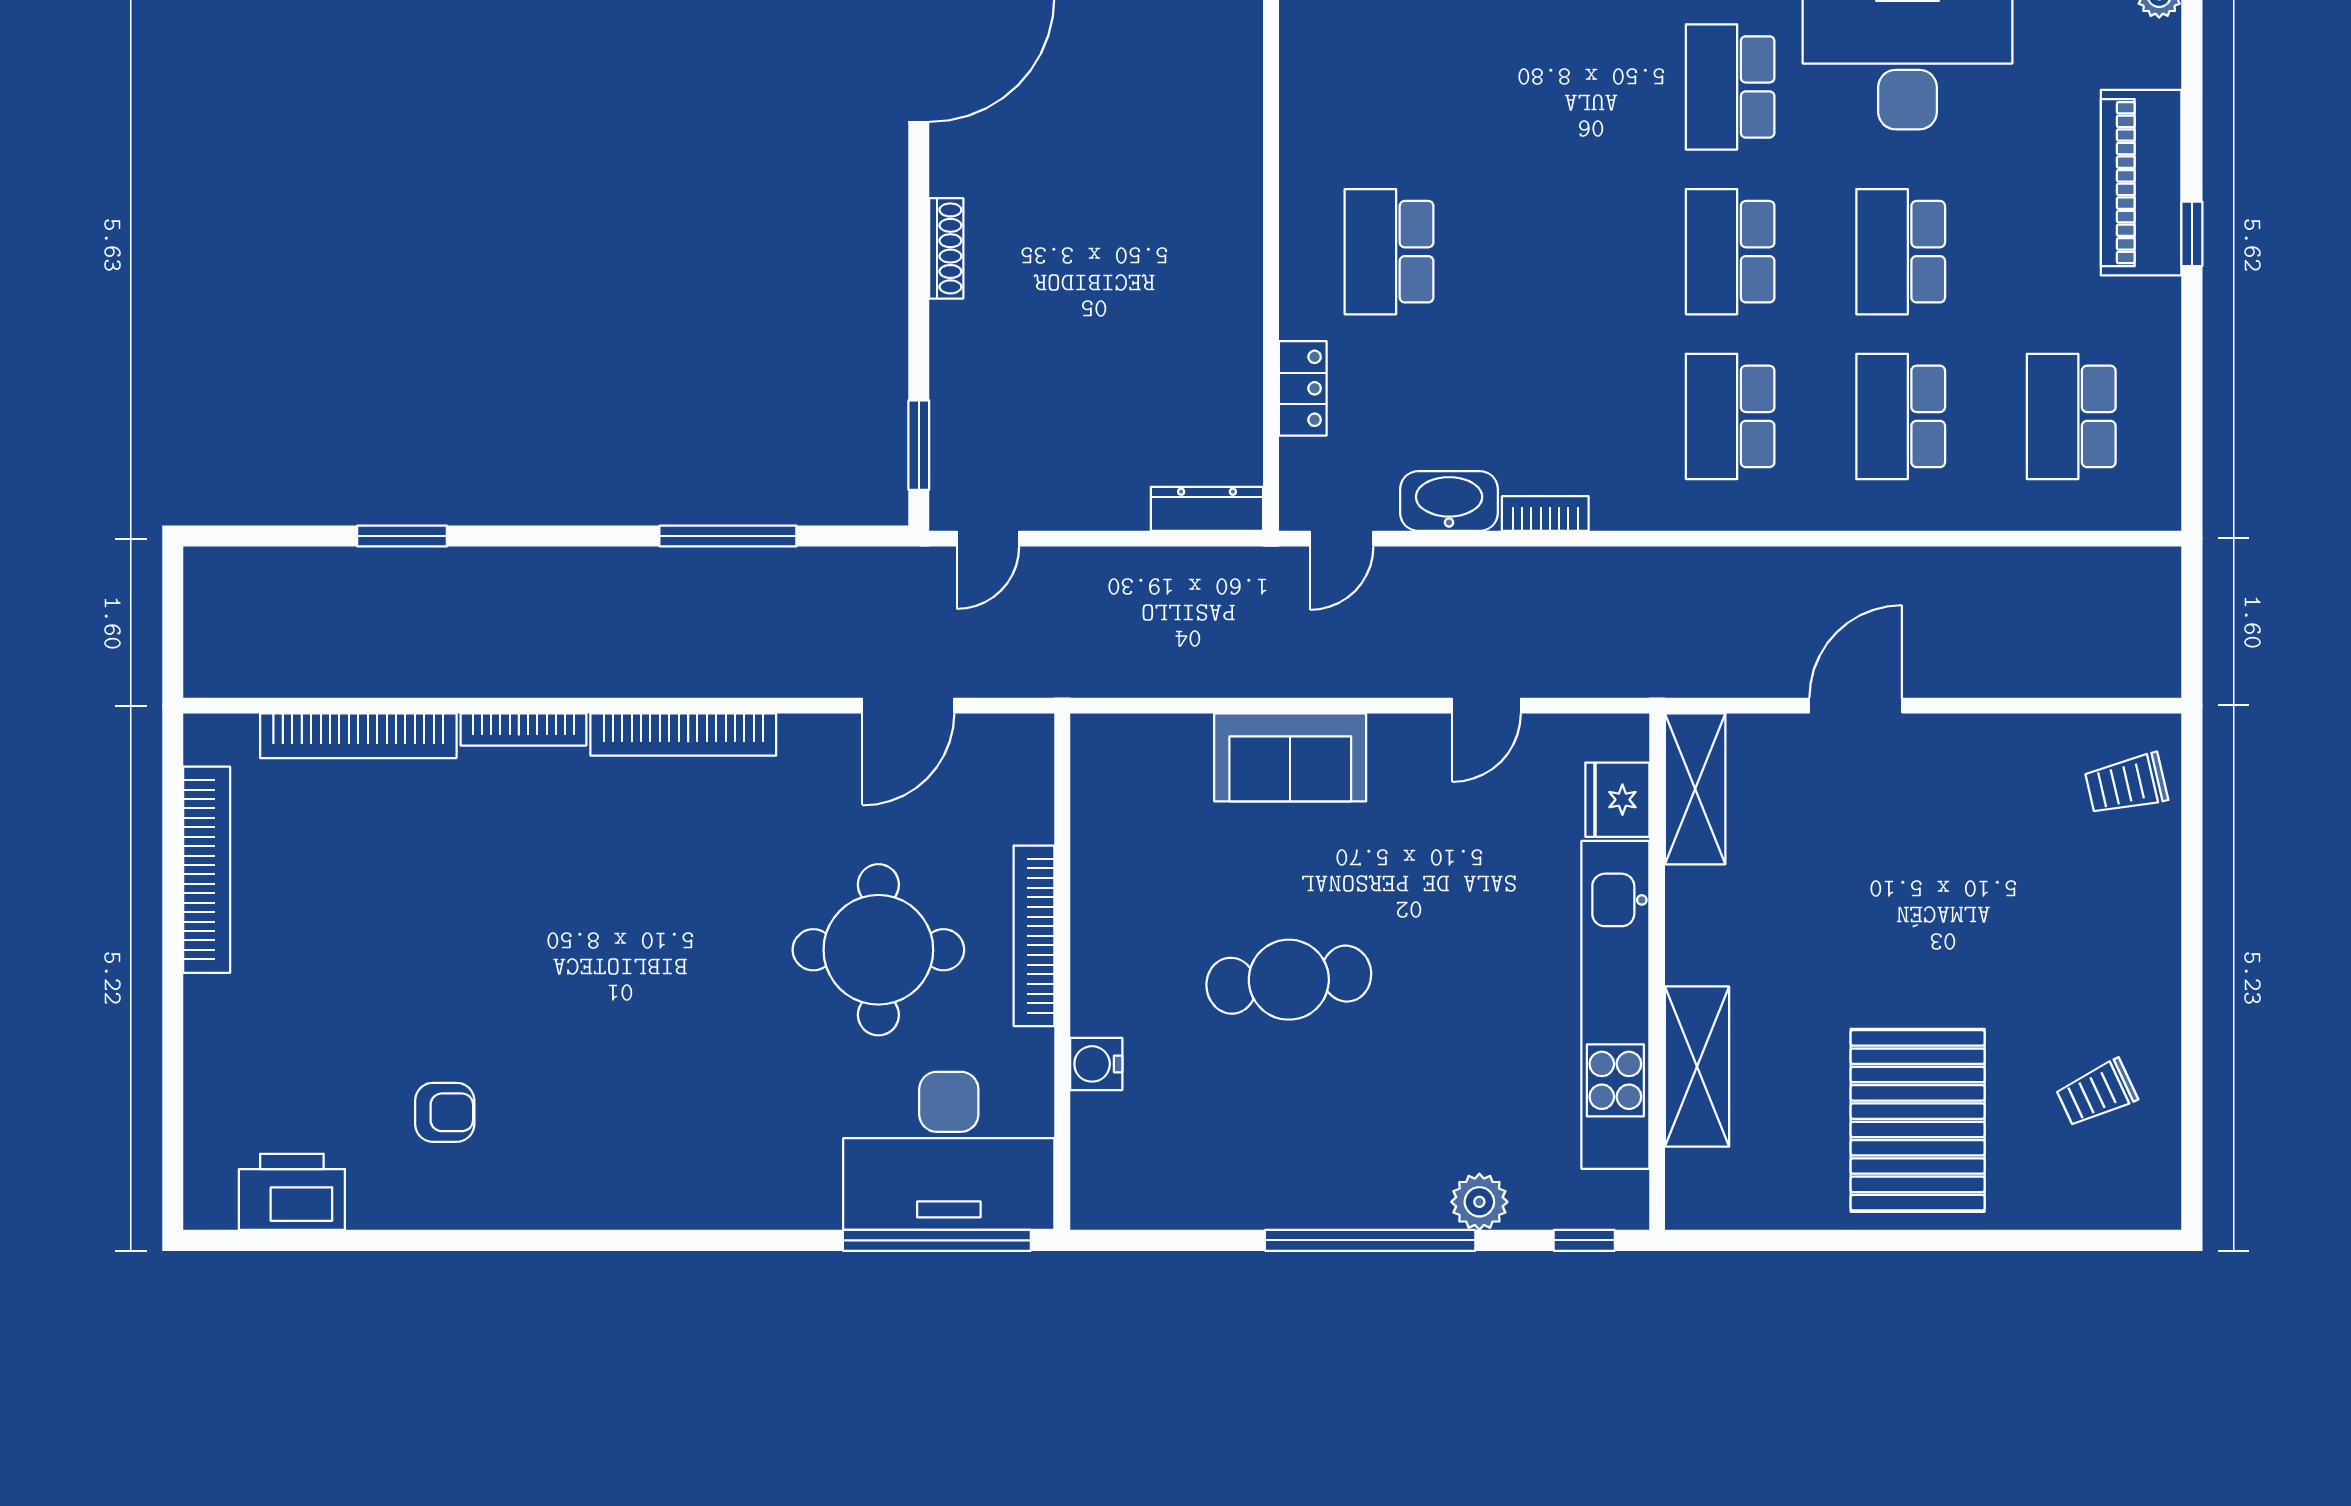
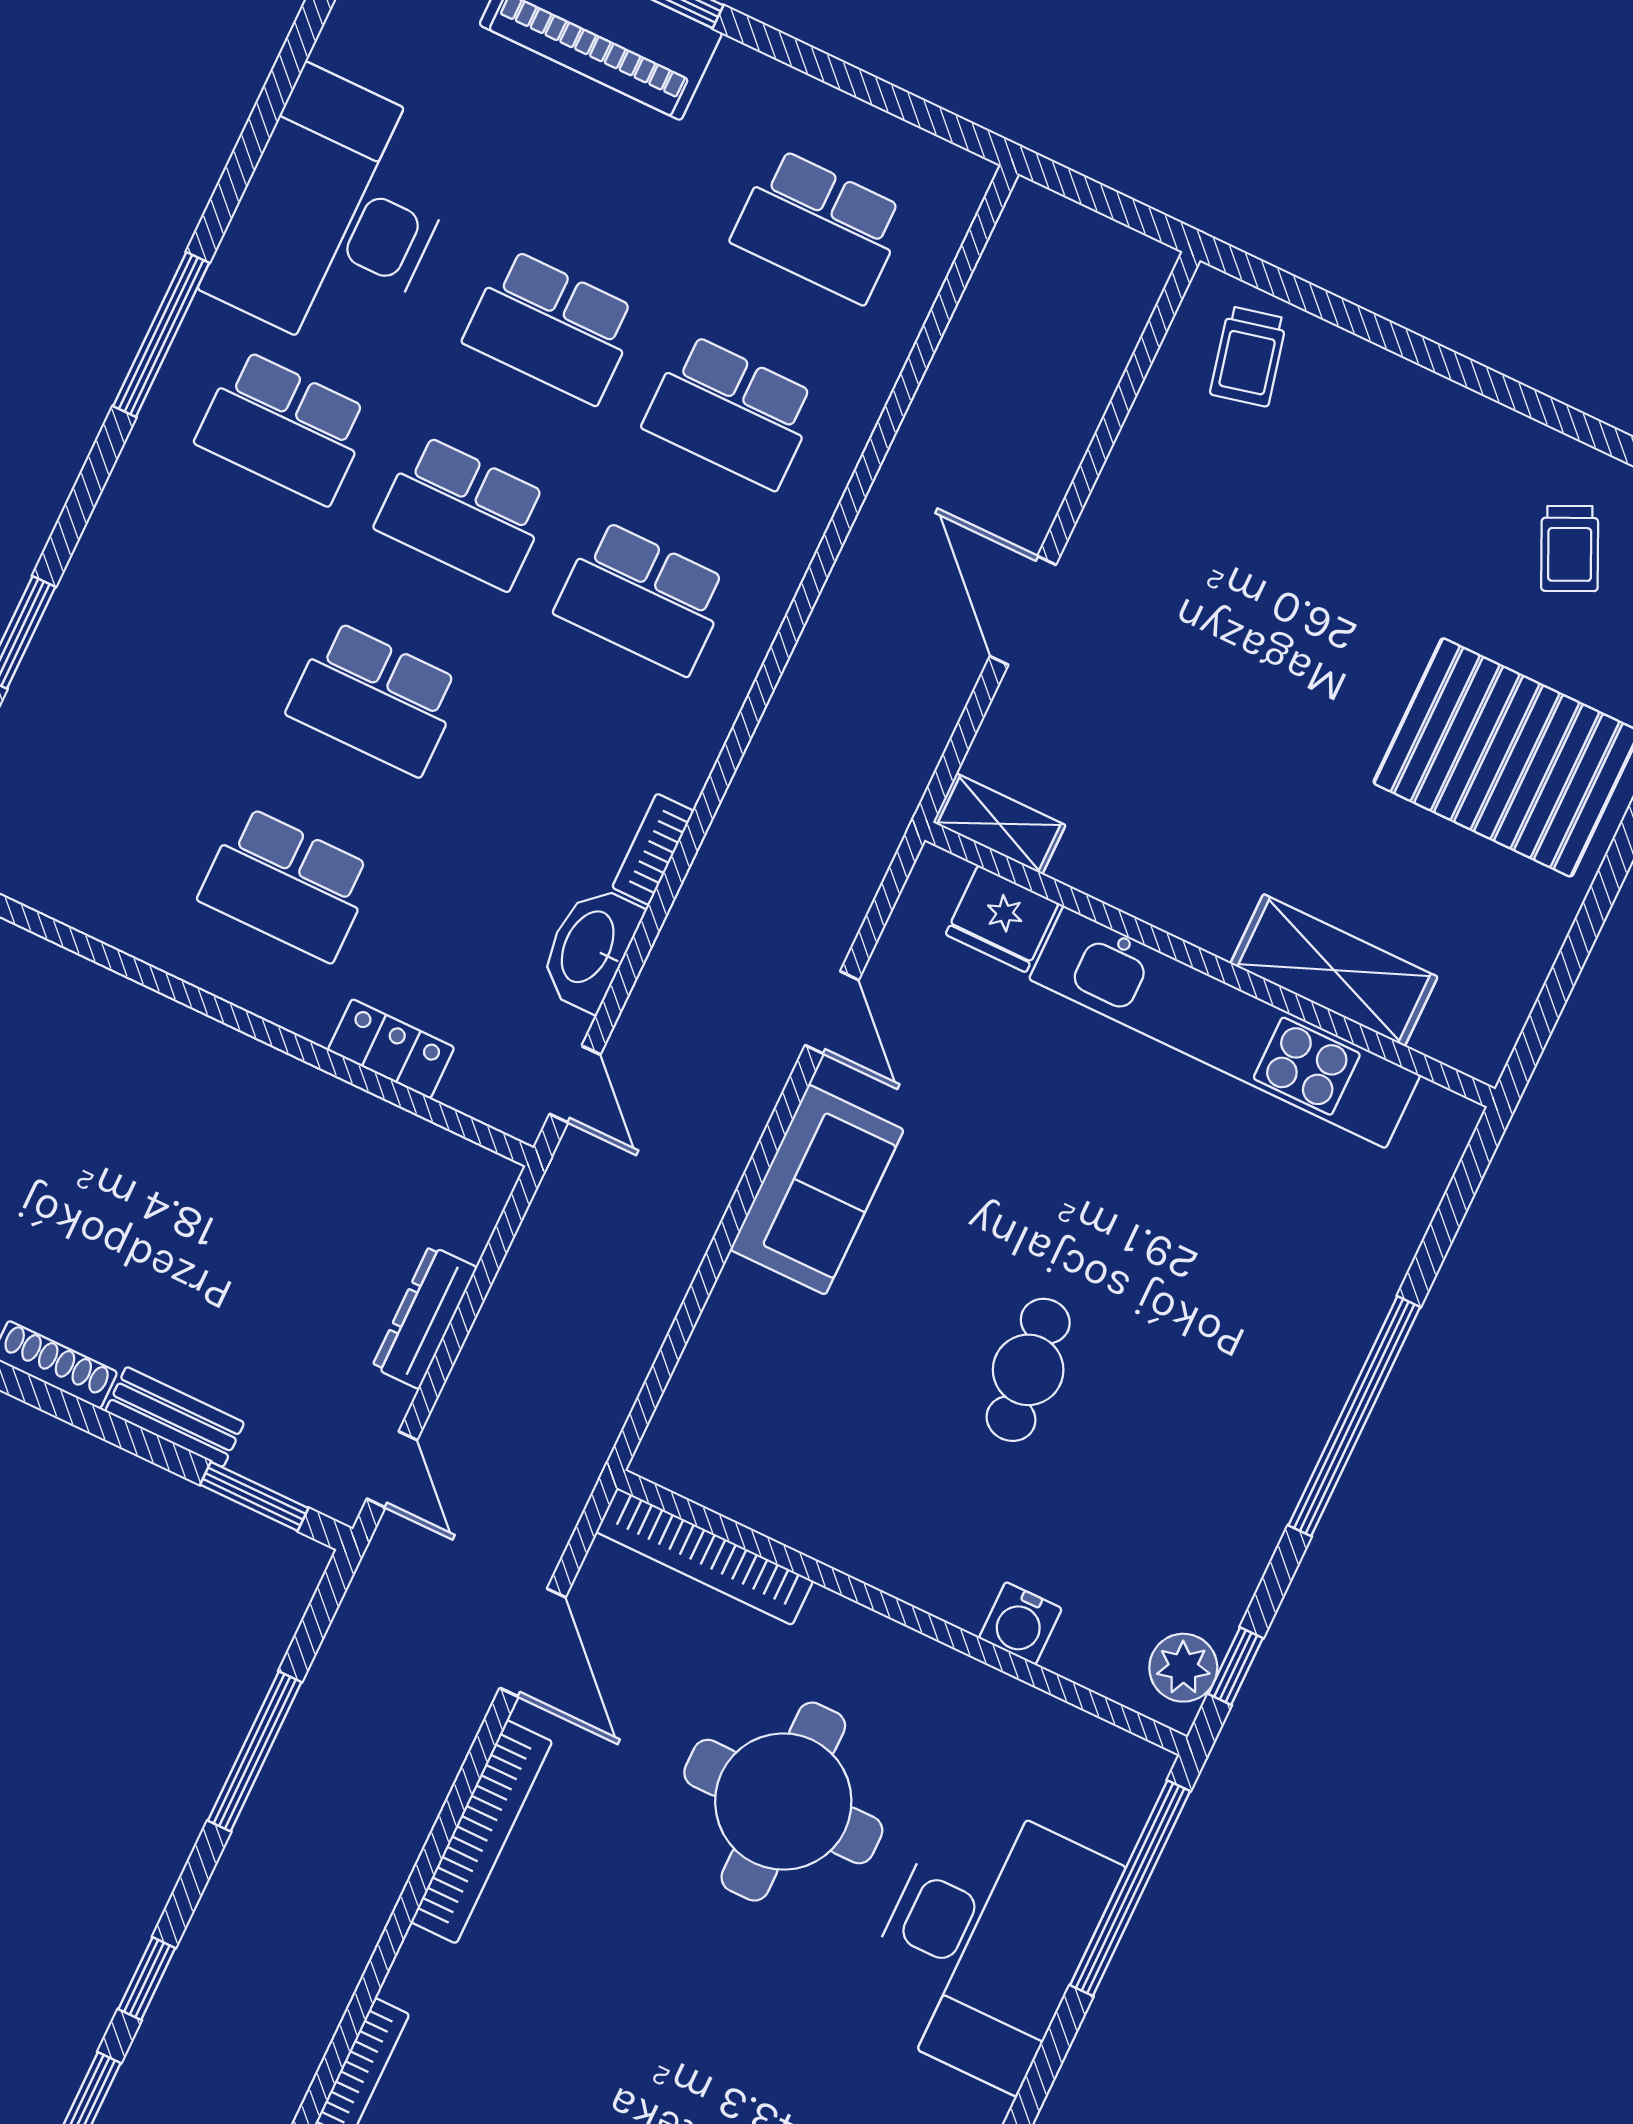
school desk: (1560, 252) -> (375, 698), added
bench: (950, 357) -> (175, 1417), added
dresser: (1207, 509) -> (425, 1317), moved
window: (520, 536) -> (147, 1979), added
bookcase: (683, 735) -> (482, 1832), moved
sofa: (1290, 757) -> (817, 1190), moved
shelving: (1695, 789) -> (999, 824), width x0.67, depth x0.75
bookcase: (1034, 936) -> (705, 1556), moved
cafe table: (1289, 980) -> (1028, 1370), width x0.73, depth x0.74
desk: (949, 1151) -> (985, 1941), moved
plant: (1479, 1202) -> (1183, 1668), moved
window: (1584, 1240) -> (1236, 1666), moved

